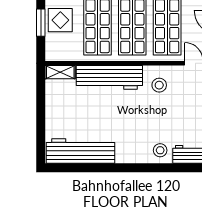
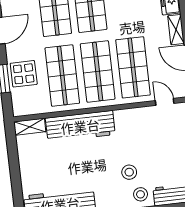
stool: (159, 85) -> (129, 172), moved

